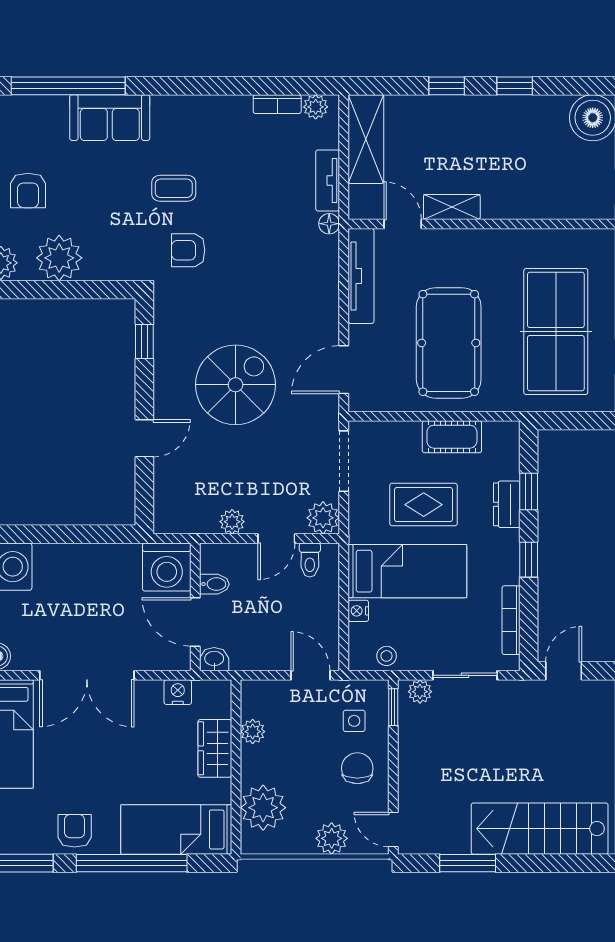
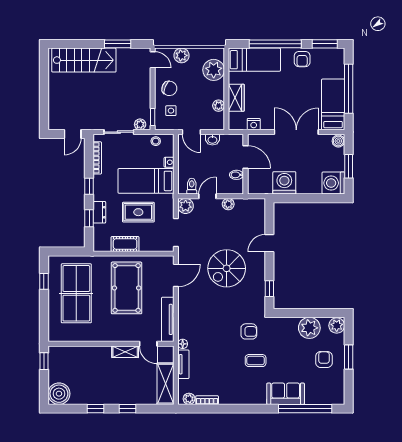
washing machine: (167, 567) -> (284, 183), moved
washbasin: (214, 659) -> (212, 140), moved
chair: (357, 768) -> (169, 88), turned -68

